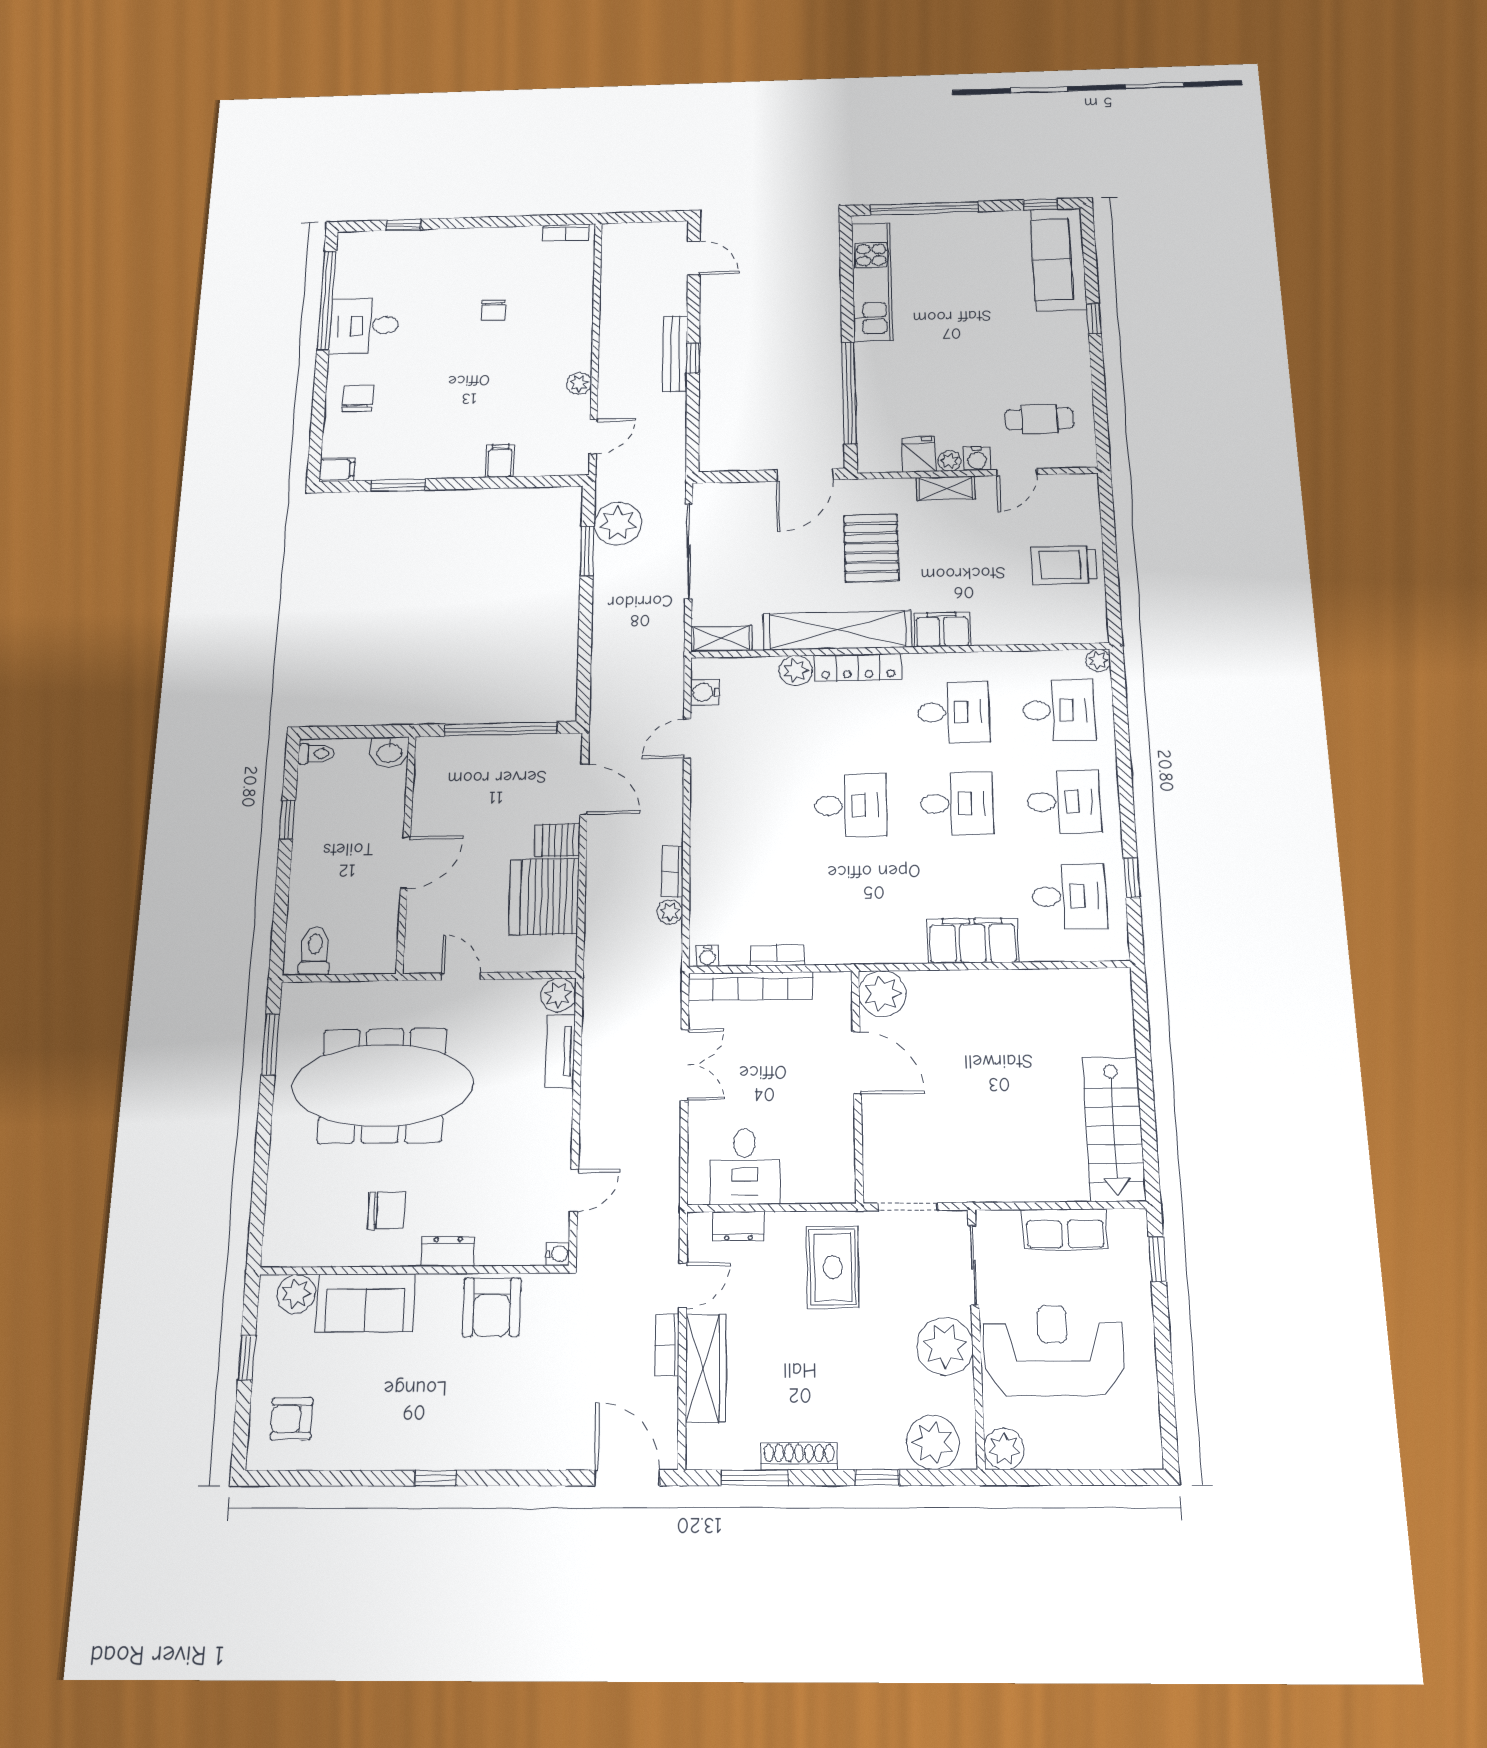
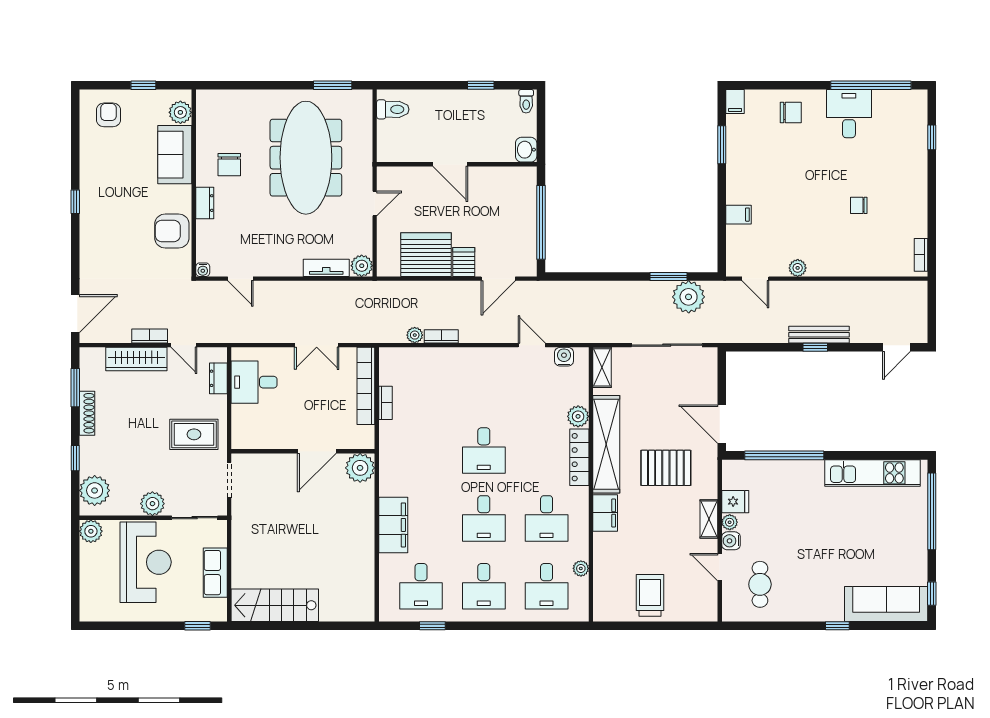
plant: (1098, 660) -> (581, 568), moved
water cooler: (707, 956) -> (386, 359), removed
plant: (945, 1346) -> (152, 504), width x0.73, depth x0.73

